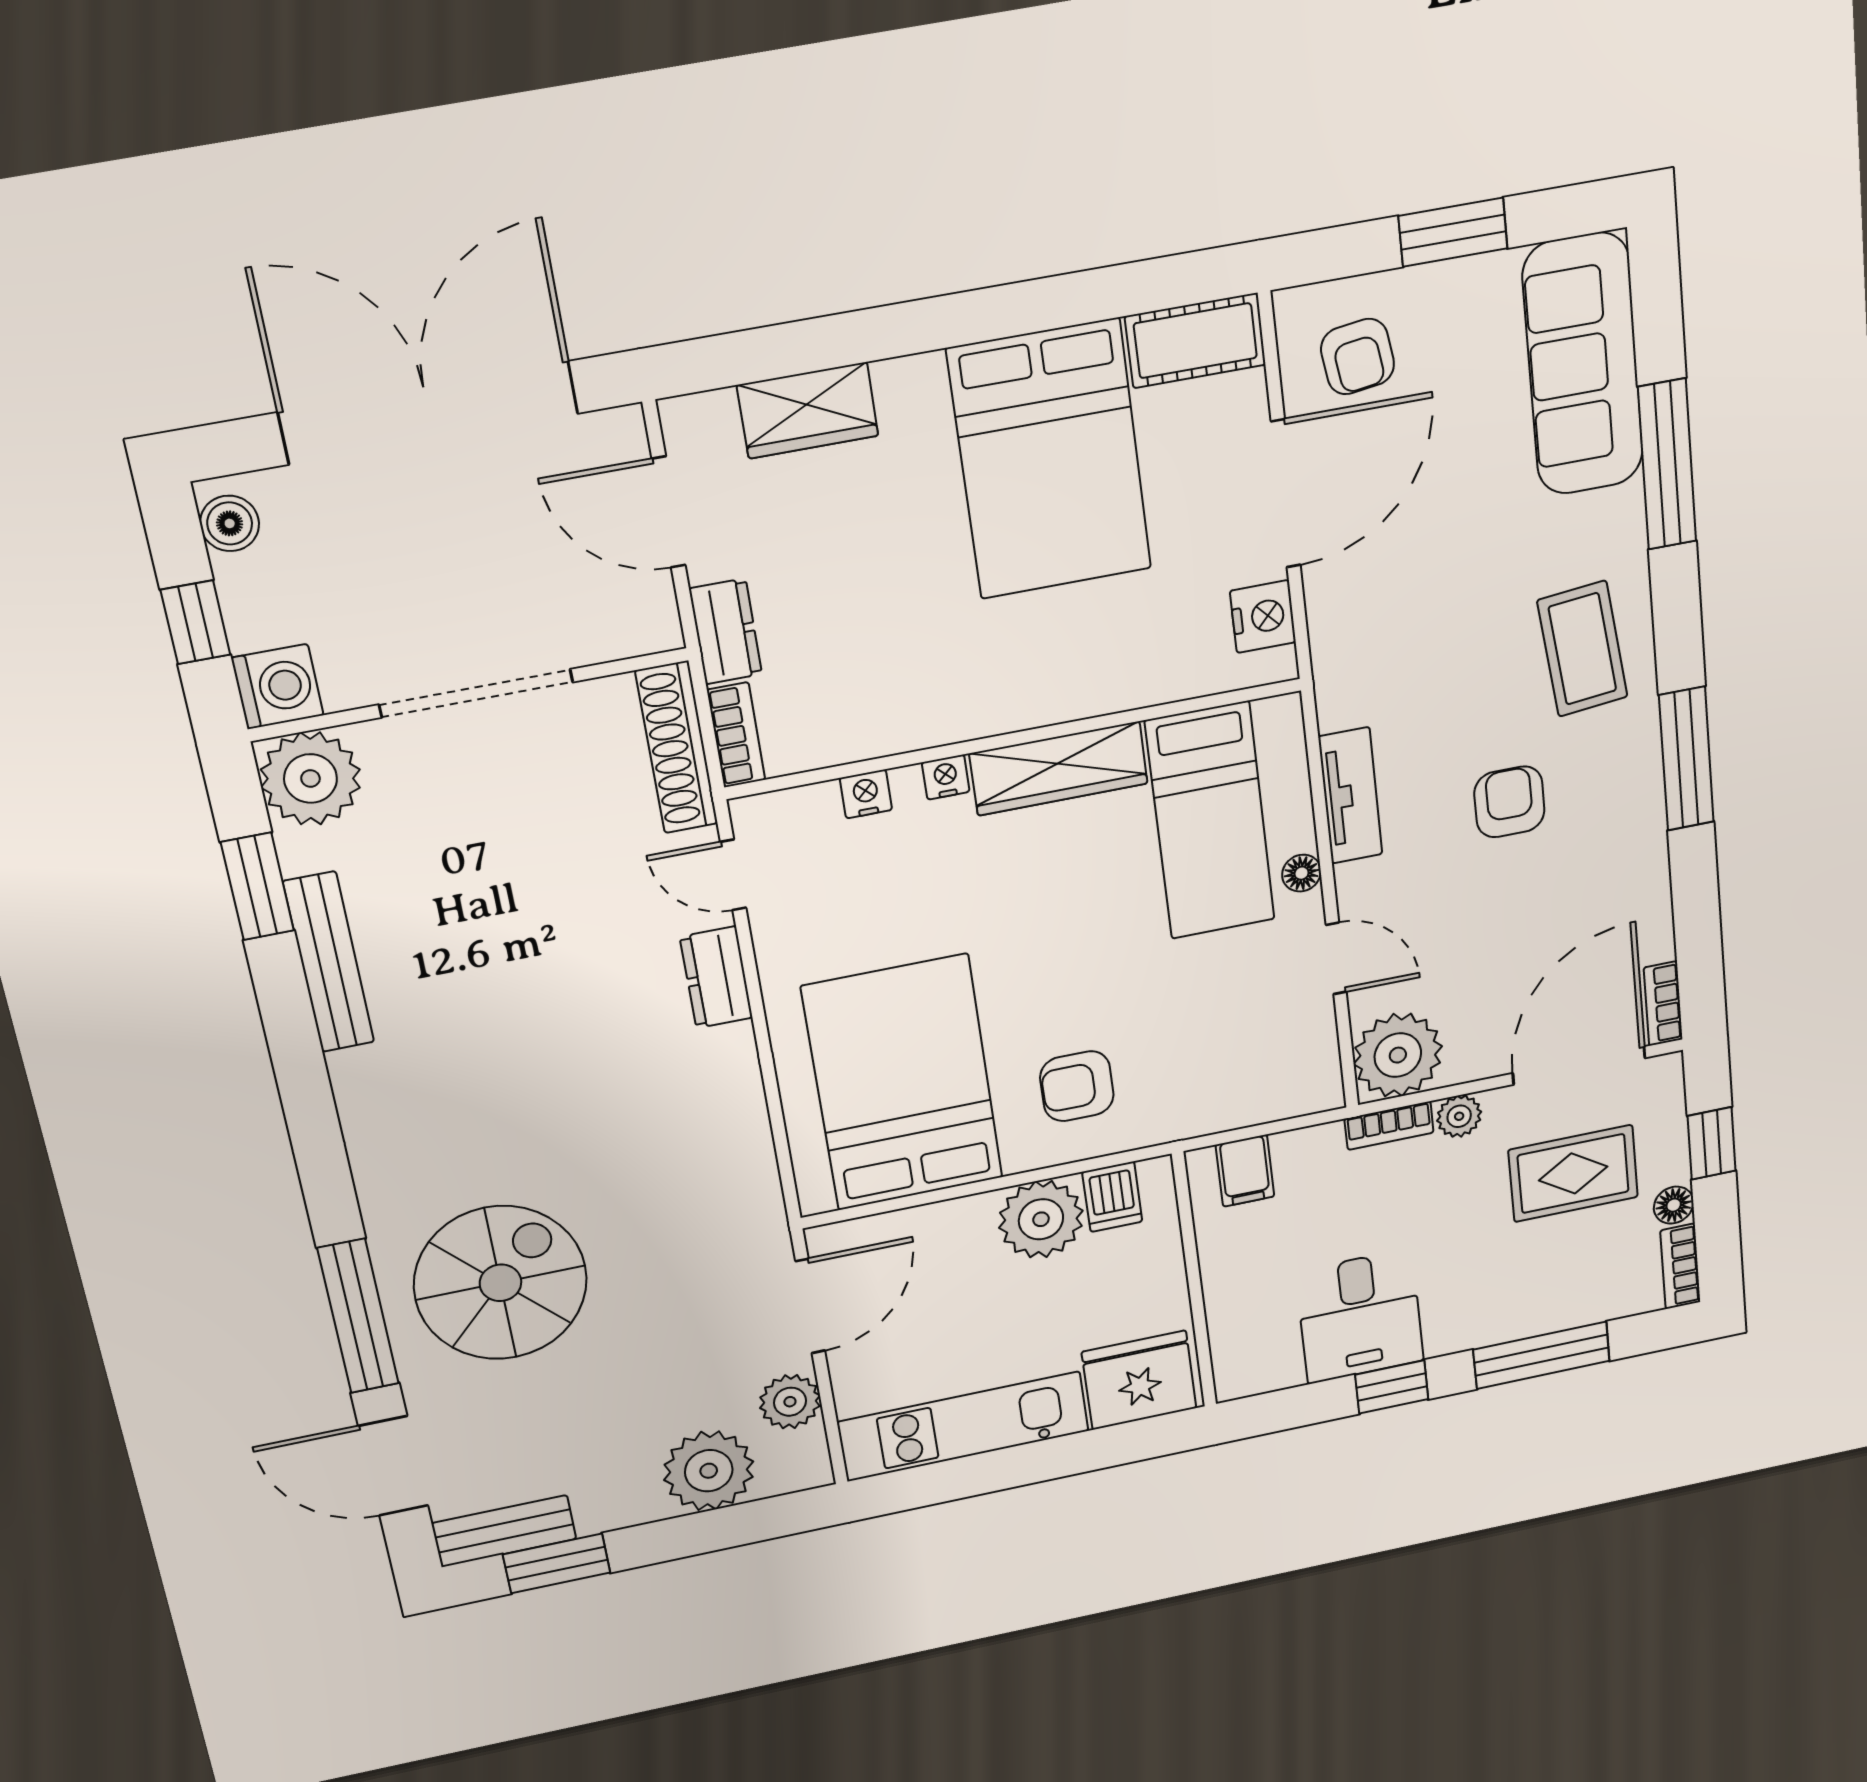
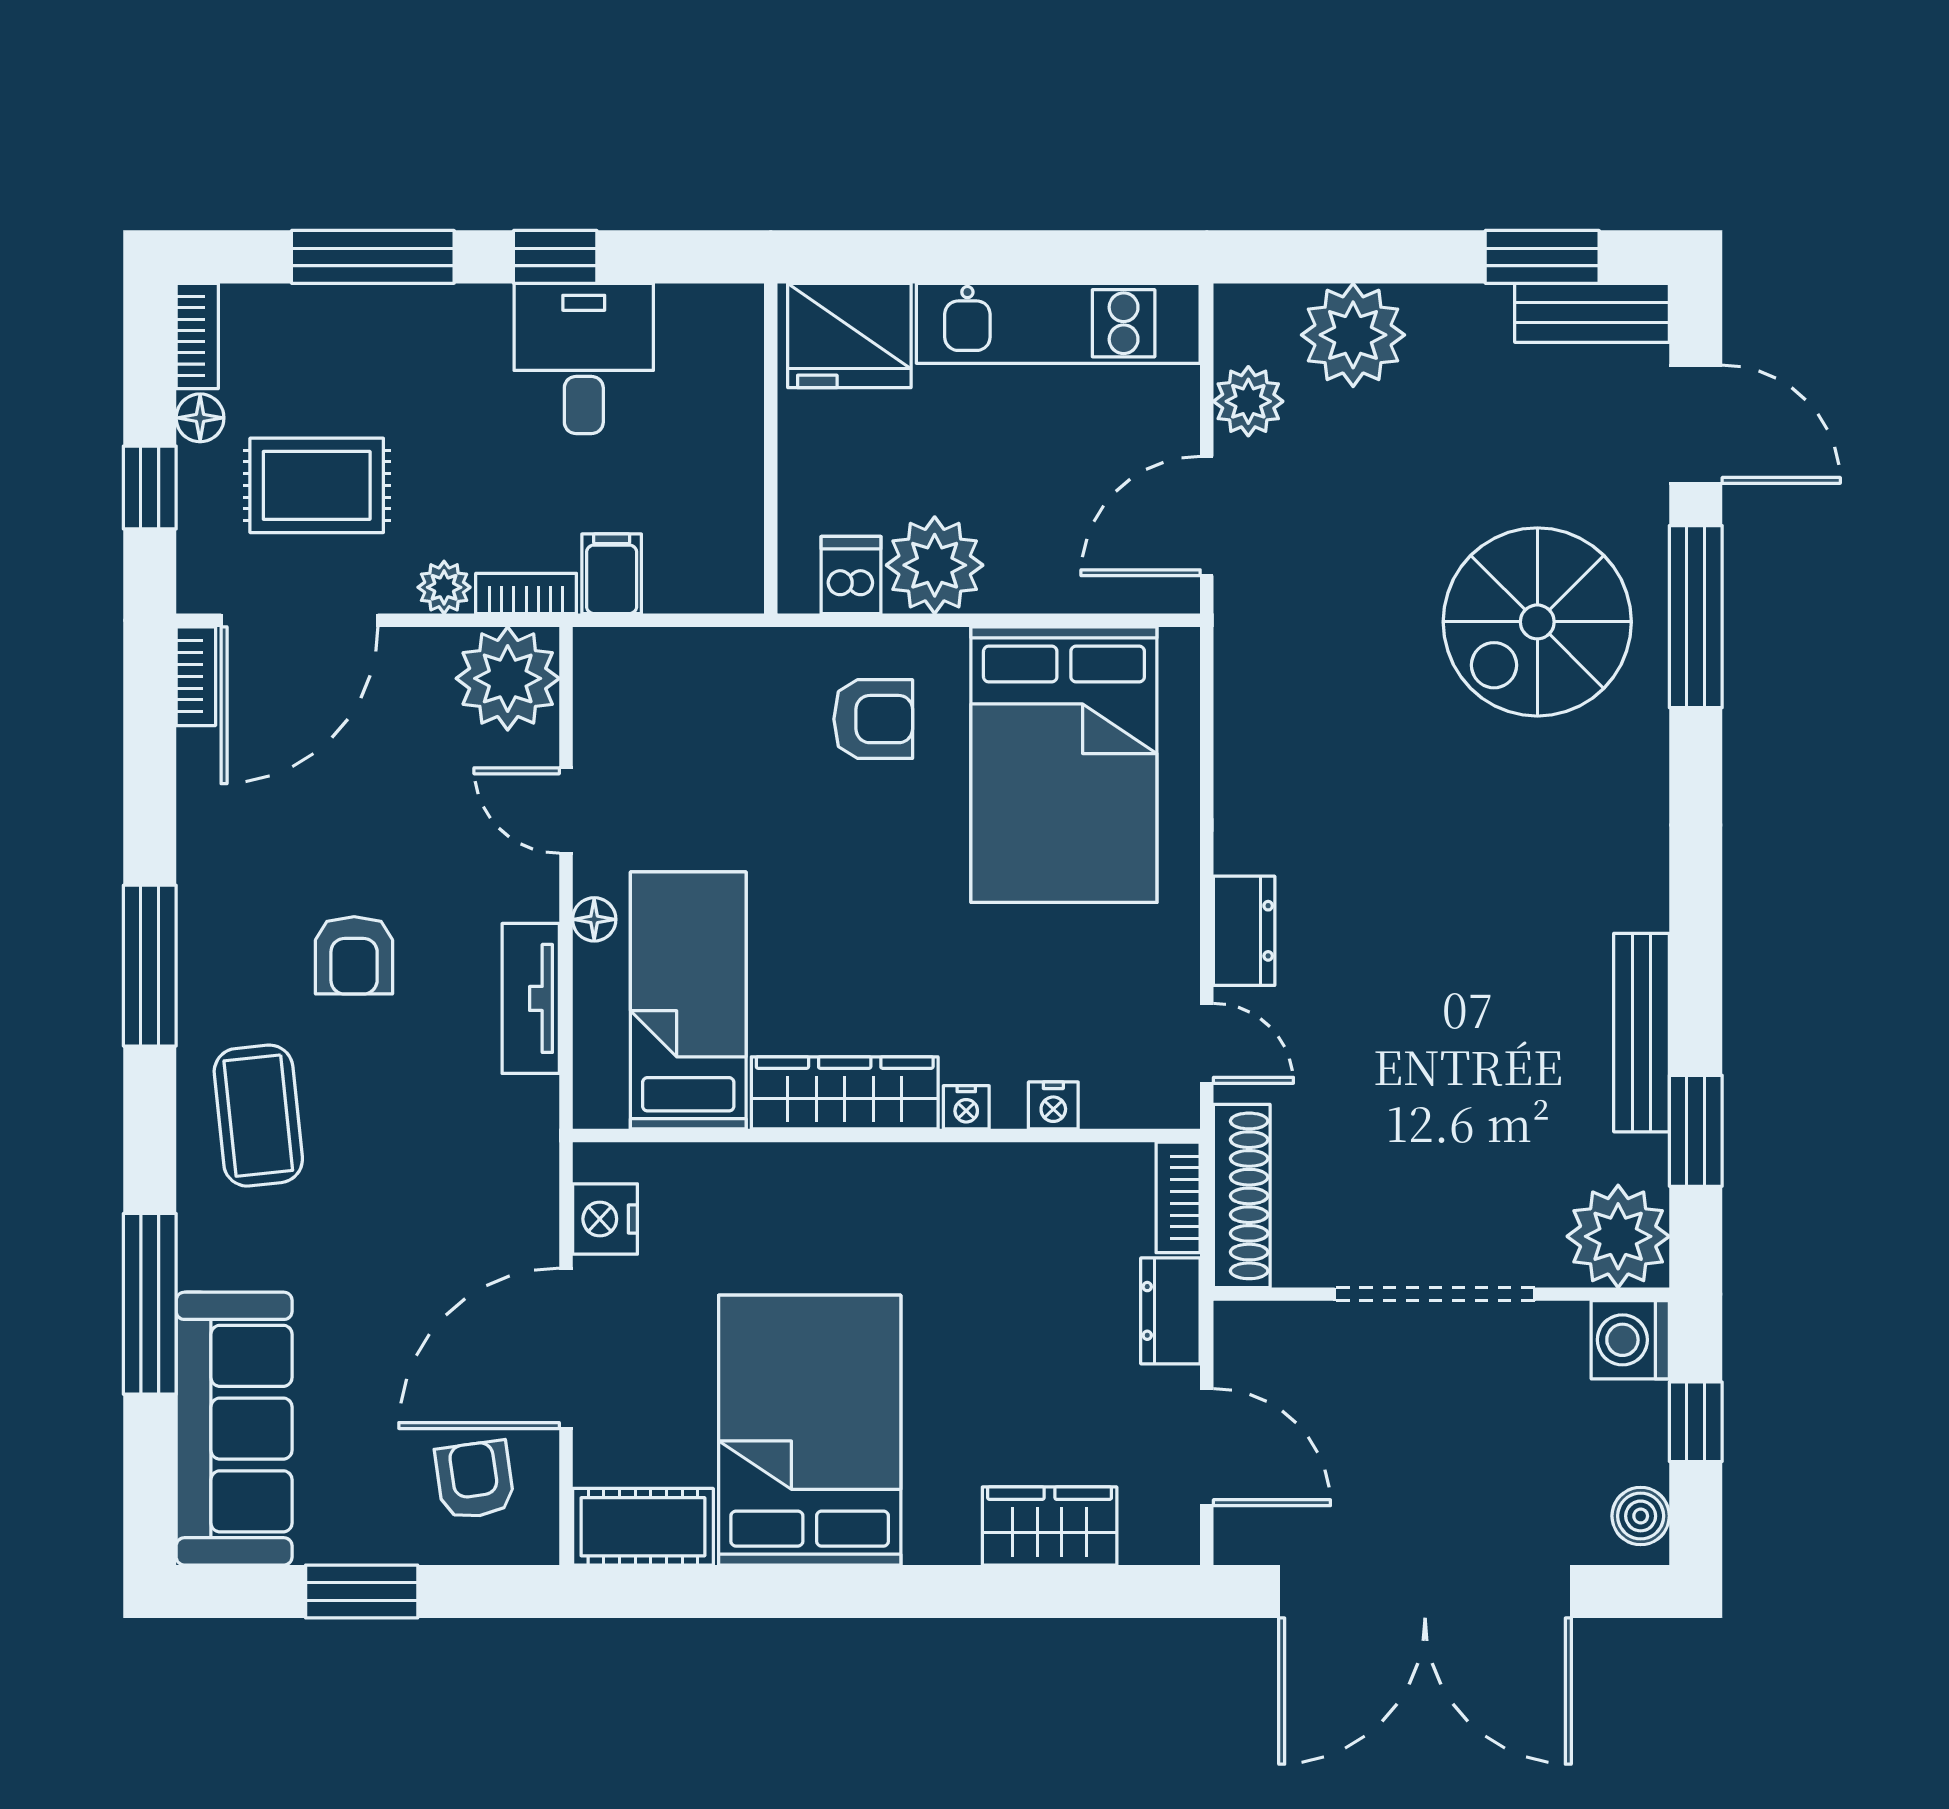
filing cabinet: (1245, 1171) -> (612, 574), moved

